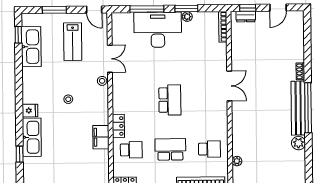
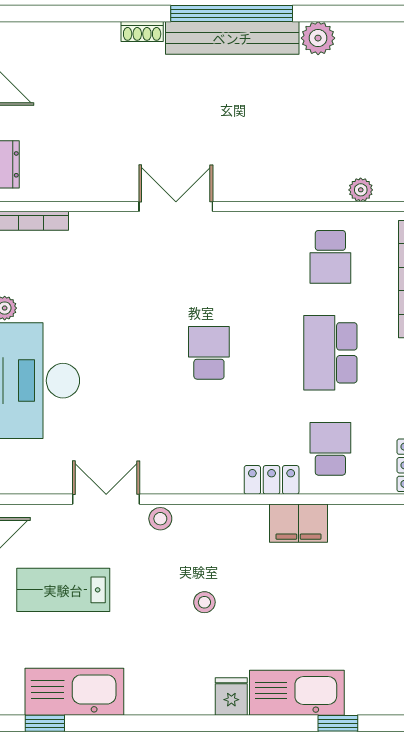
lab bench: (73, 42) -> (63, 590), turned 180
school desk: (170, 100) -> (209, 353), width x0.54
school desk: (209, 149) -> (330, 257), turned 180

